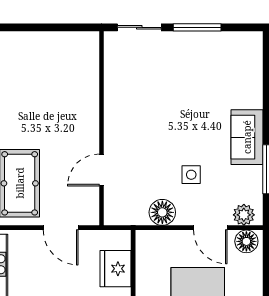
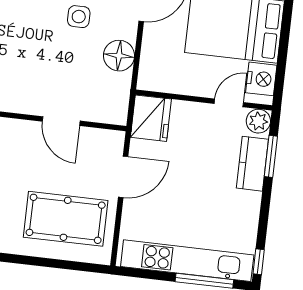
fridge: (115, 269) -> (151, 118), moved, turned -90

